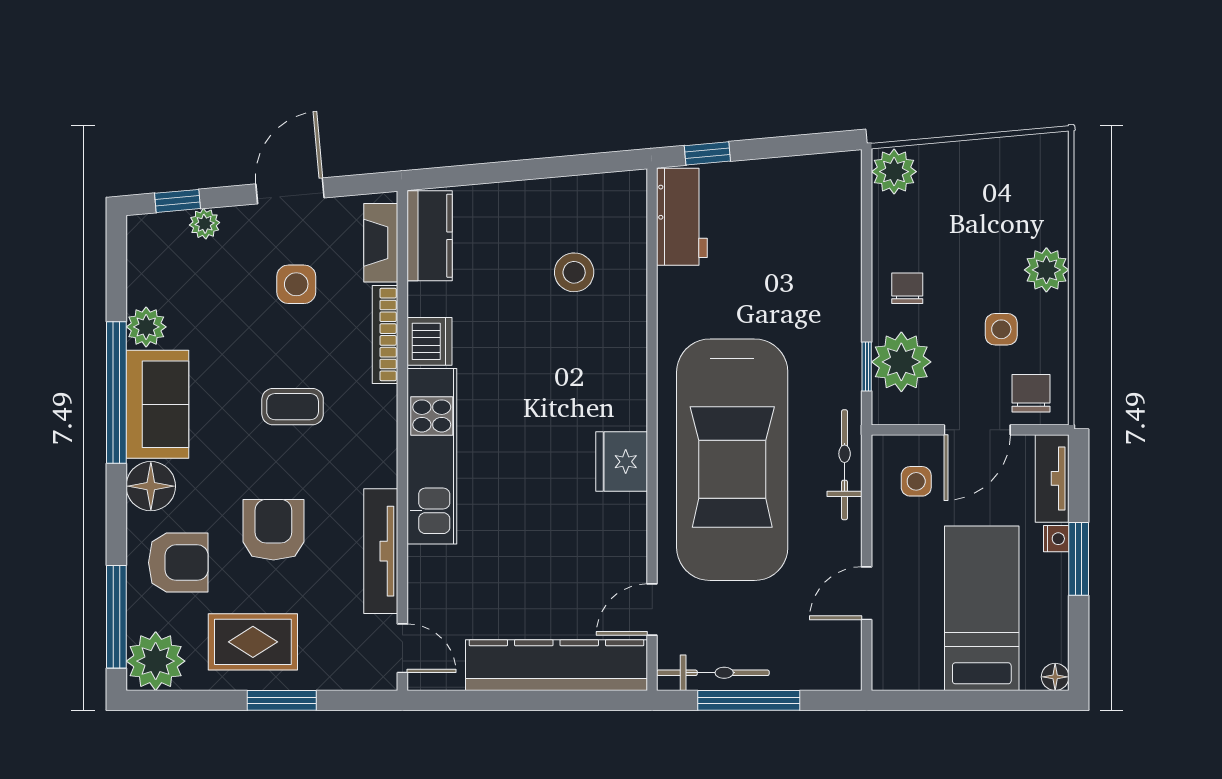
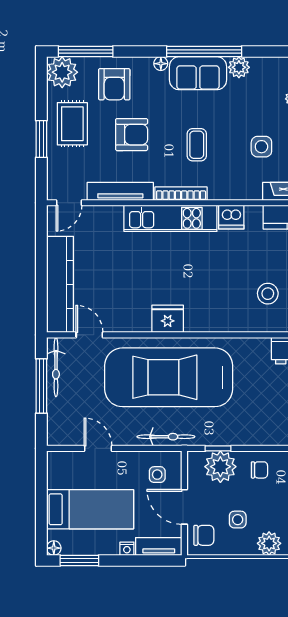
bookcase: (385, 334) -> (181, 194), moved
floor lamp: (151, 486) -> (161, 64), width x0.53, depth x0.53
window: (1079, 559) -> (79, 560), moved

